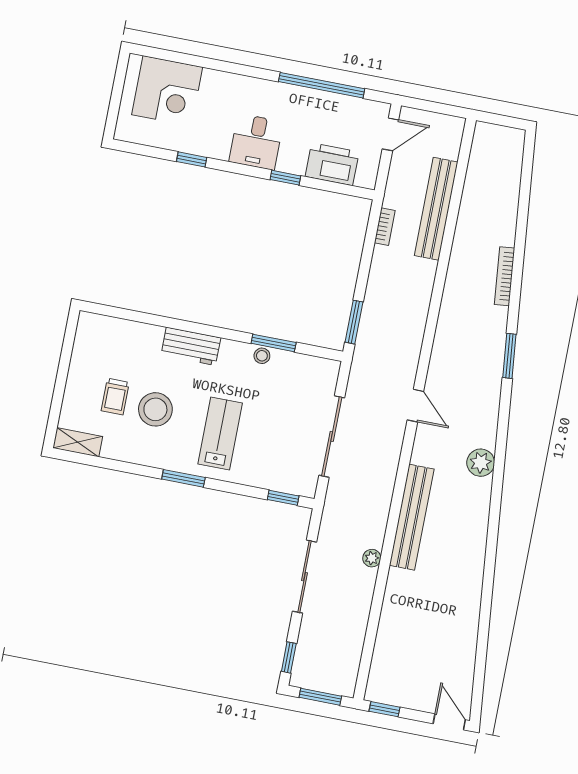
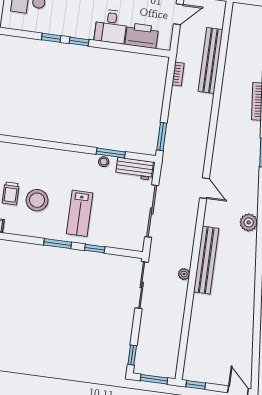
desk: (256, 142) -> (111, 26), moved
window: (285, 178) -> (79, 42), moved
workbench: (191, 346) -> (134, 169), moved
lab bench: (220, 433) -> (80, 213), turned 180
window: (283, 498) -> (95, 249), moved
plant: (372, 558) -> (184, 274), moved
sliding door: (305, 577) -> (142, 285), moved

